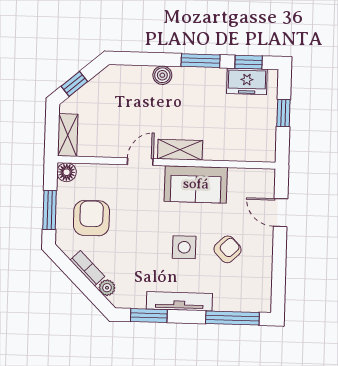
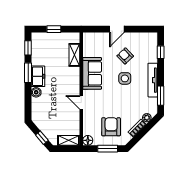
freezer: (247, 81) -> (38, 76), moved
shelving: (180, 150) -> (74, 55), moved
door: (281, 213) -> (117, 29), moved
armchair: (91, 218) -> (111, 127), turned 90
window: (232, 318) -> (161, 52), width x0.46

